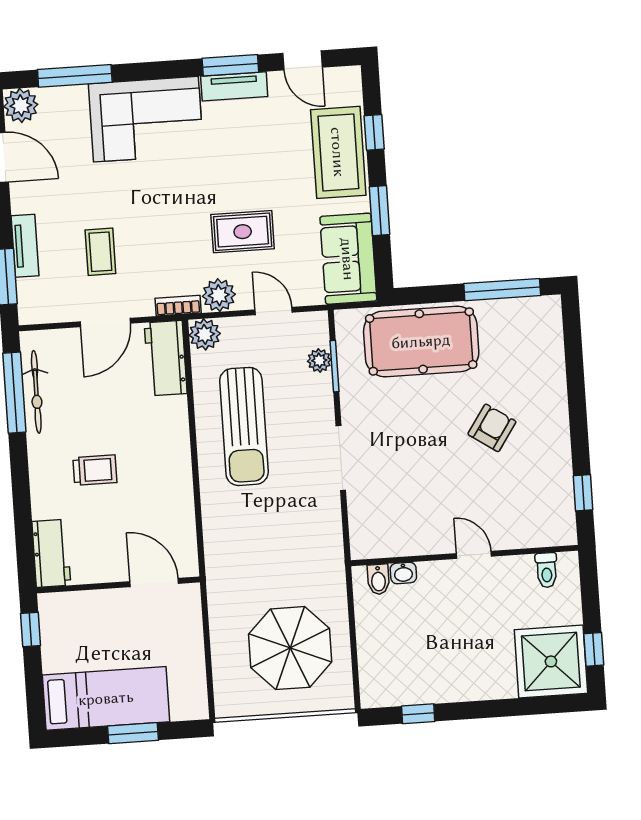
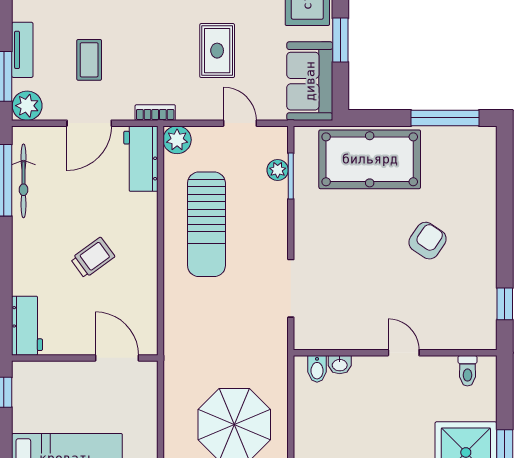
rug: (243, 232) -> (217, 51), turned 90
plant: (219, 295) -> (27, 106), moved
doorway: (341, 458) -> (291, 288), moved
trolley: (95, 470) -> (93, 258), moved, turned -36

